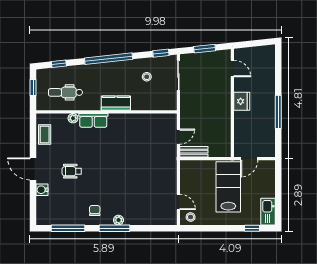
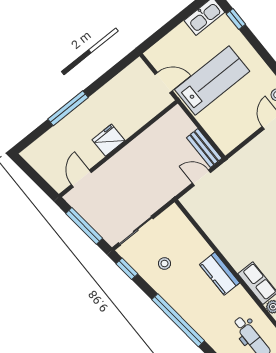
window: (205, 49) -> (84, 226), width x1.44
window: (278, 112) -> (68, 108), moved
lab bench: (228, 187) -> (212, 80), turned 180

